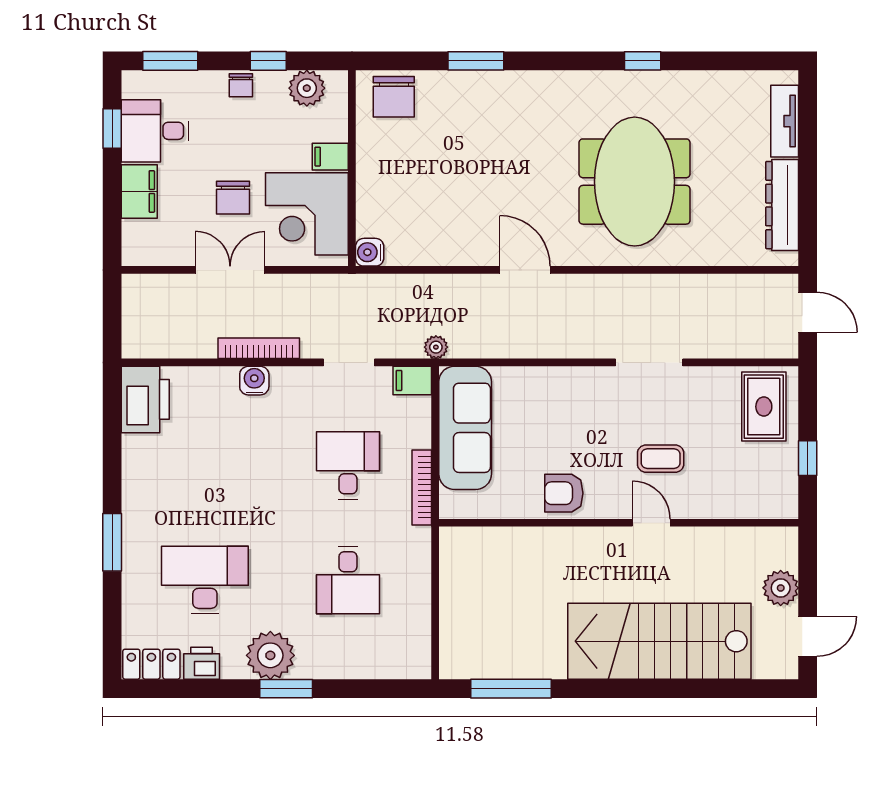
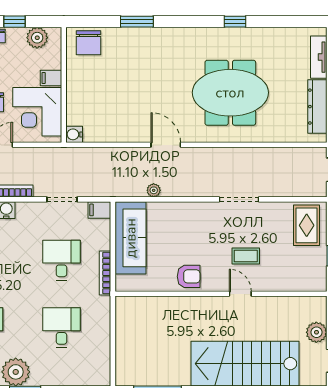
meeting table: (635, 182) -> (230, 93), turned 90
plant: (436, 347) -> (154, 190), moved
armchair: (564, 493) -> (189, 276), turned 180
desk: (348, 580) -> (61, 328), turned 180

